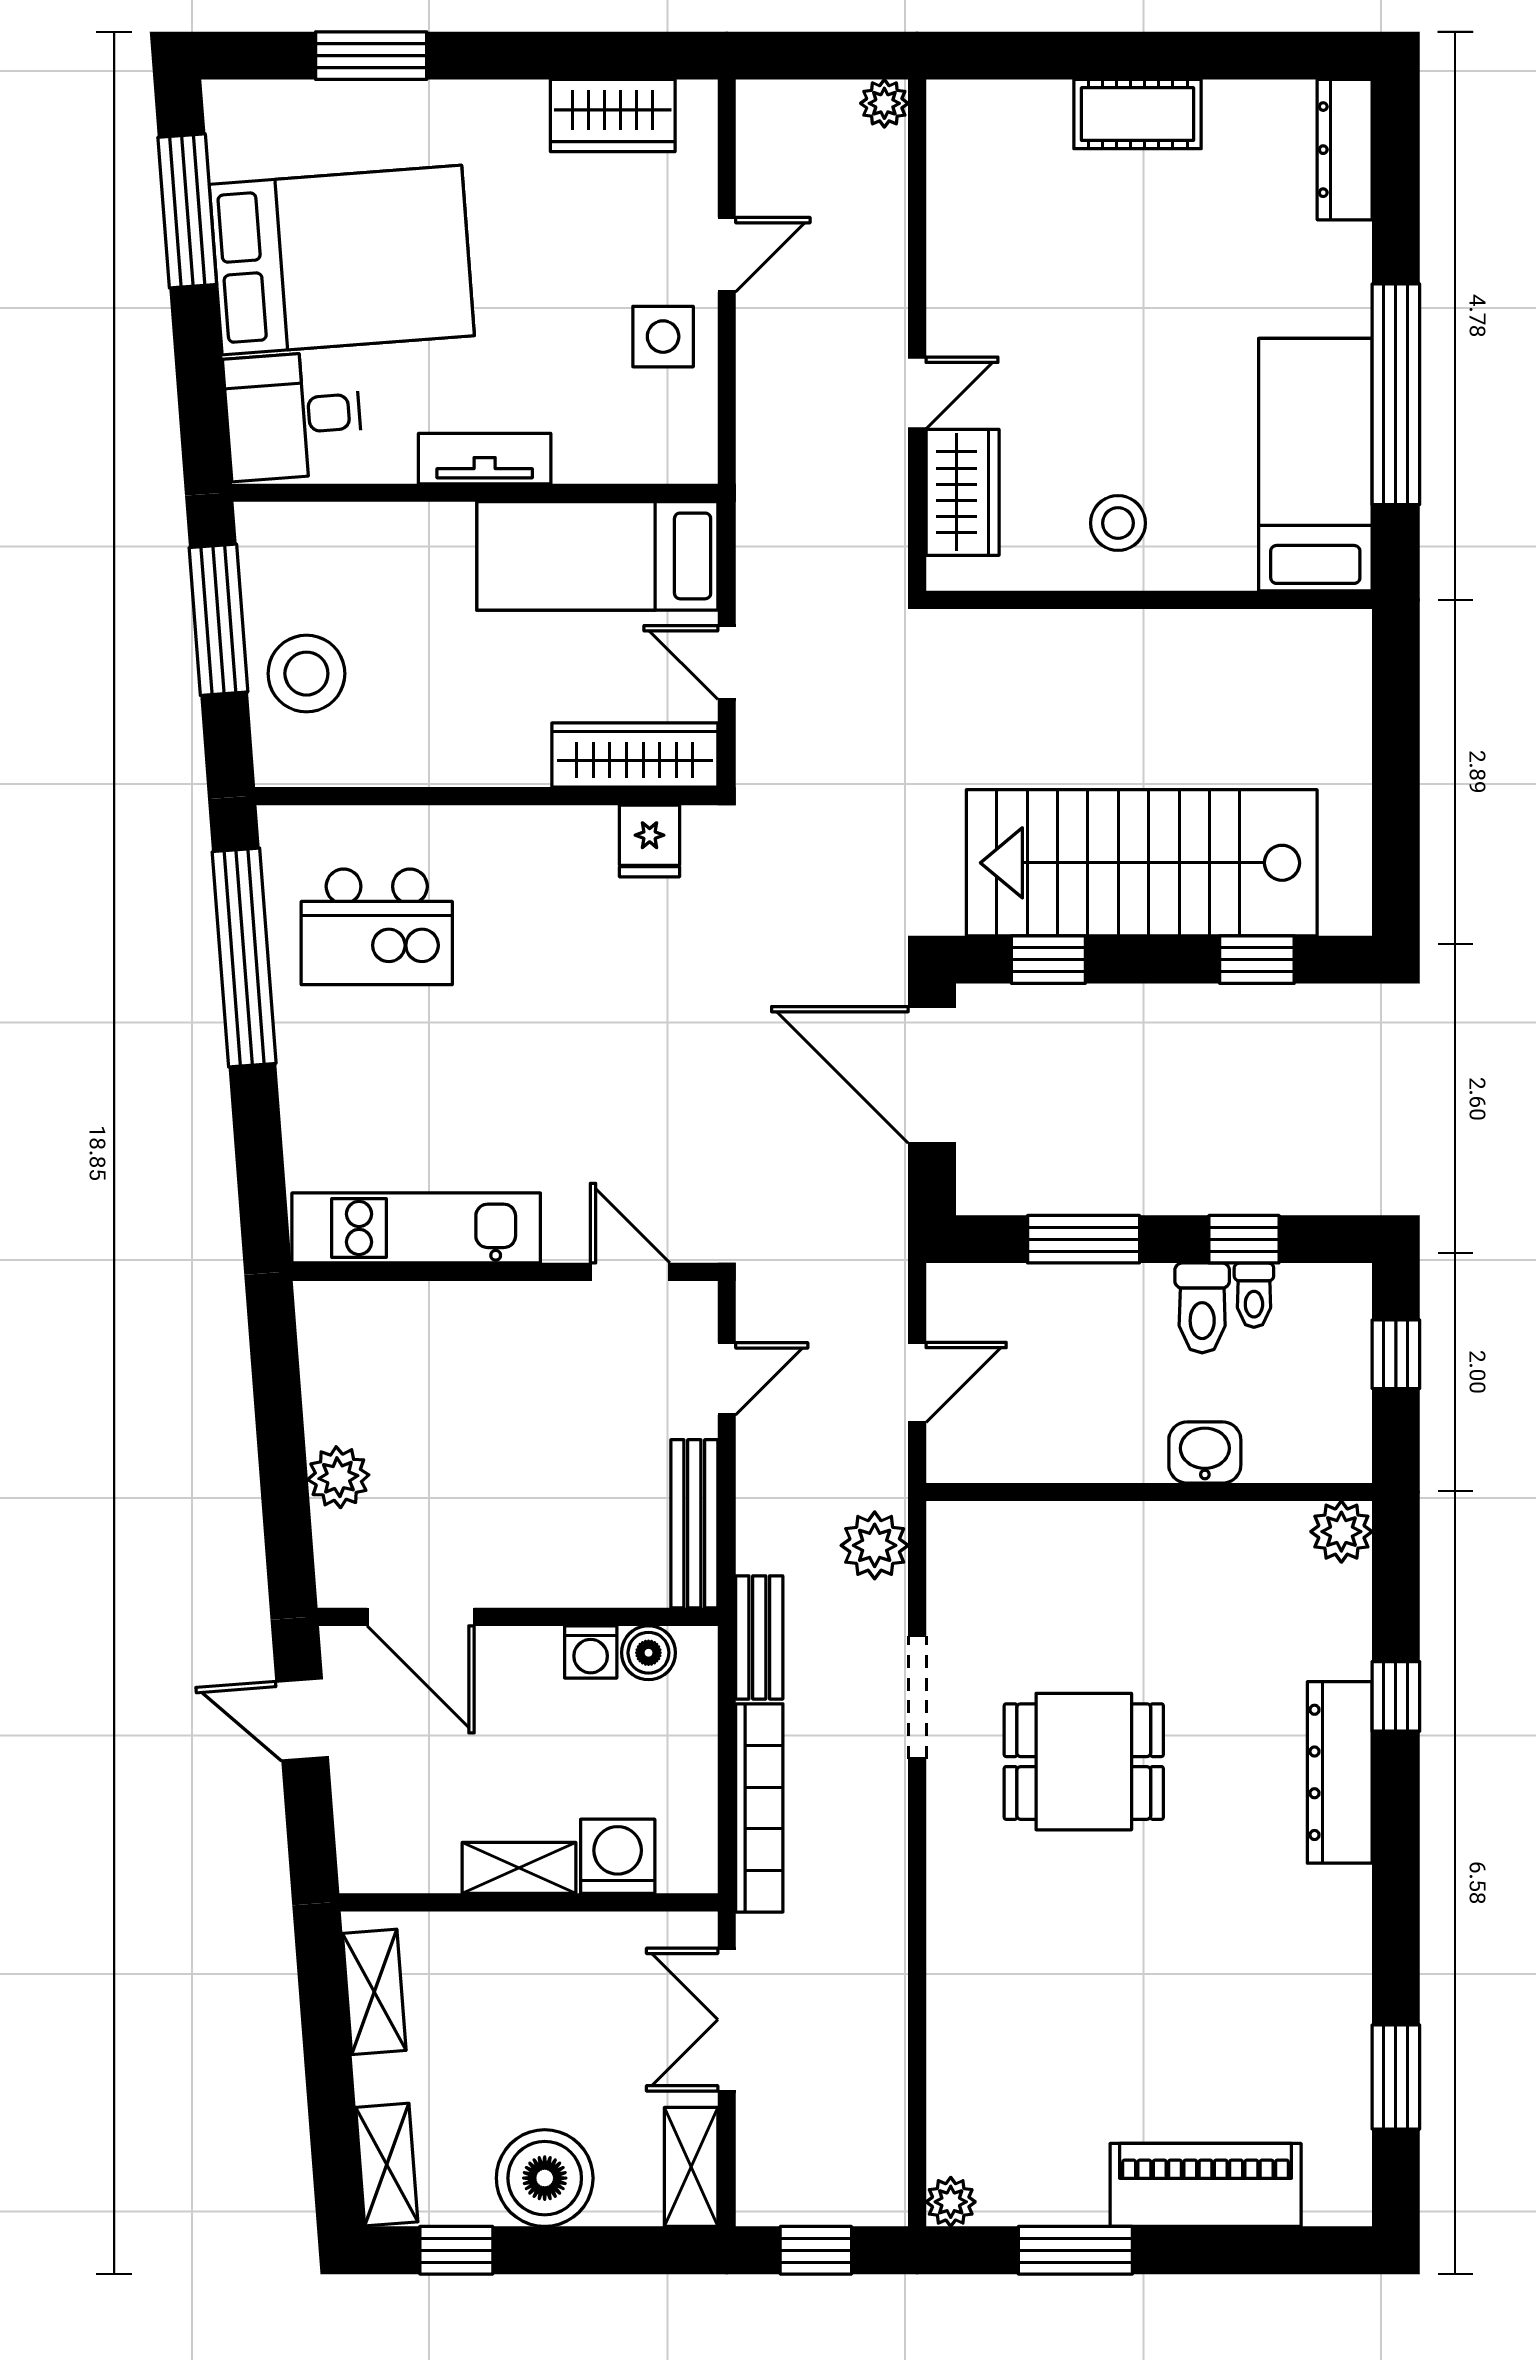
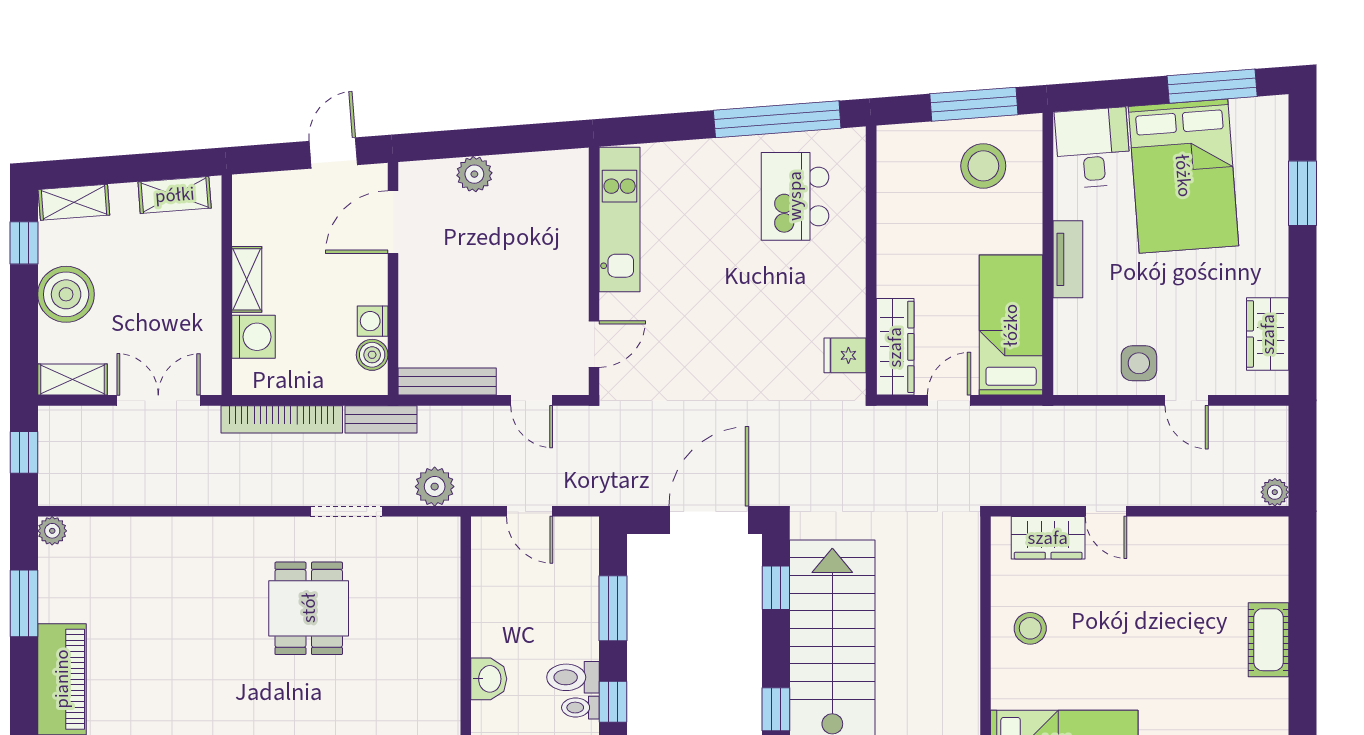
stool: (306, 674) -> (983, 166), moved

